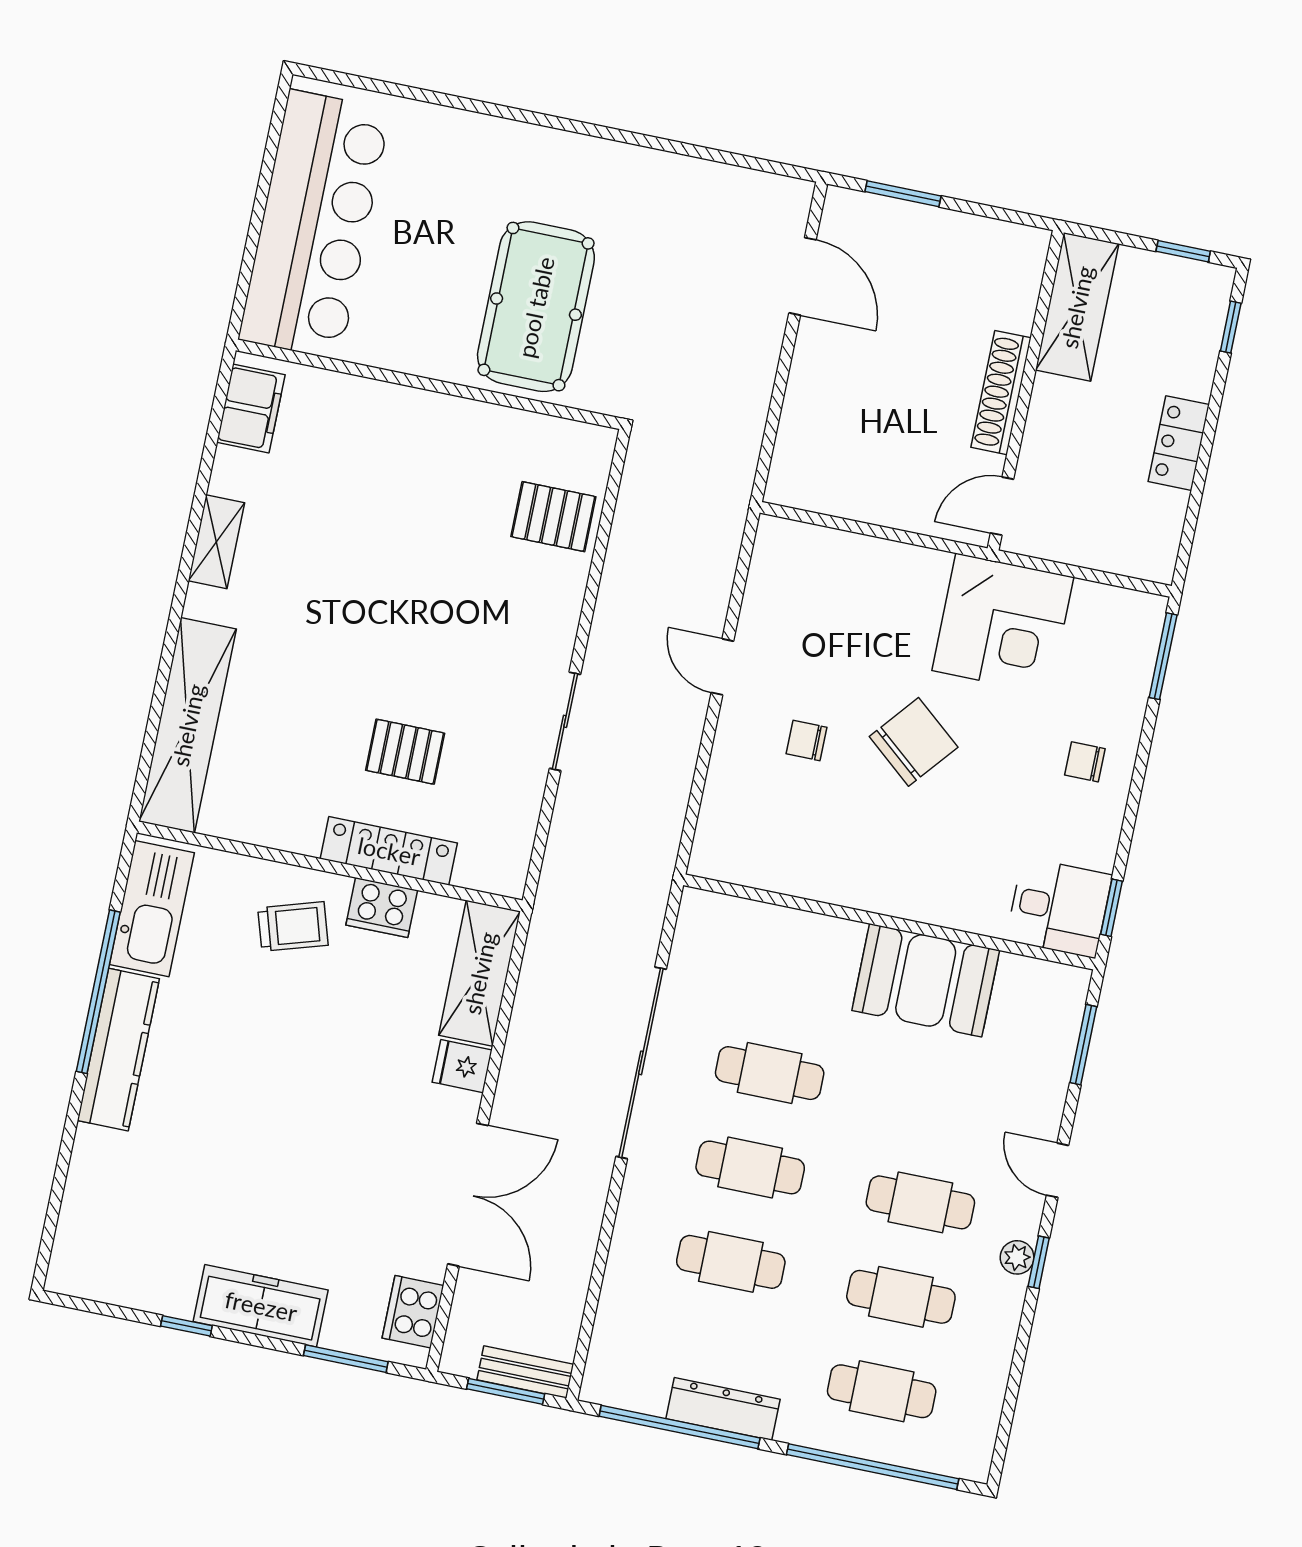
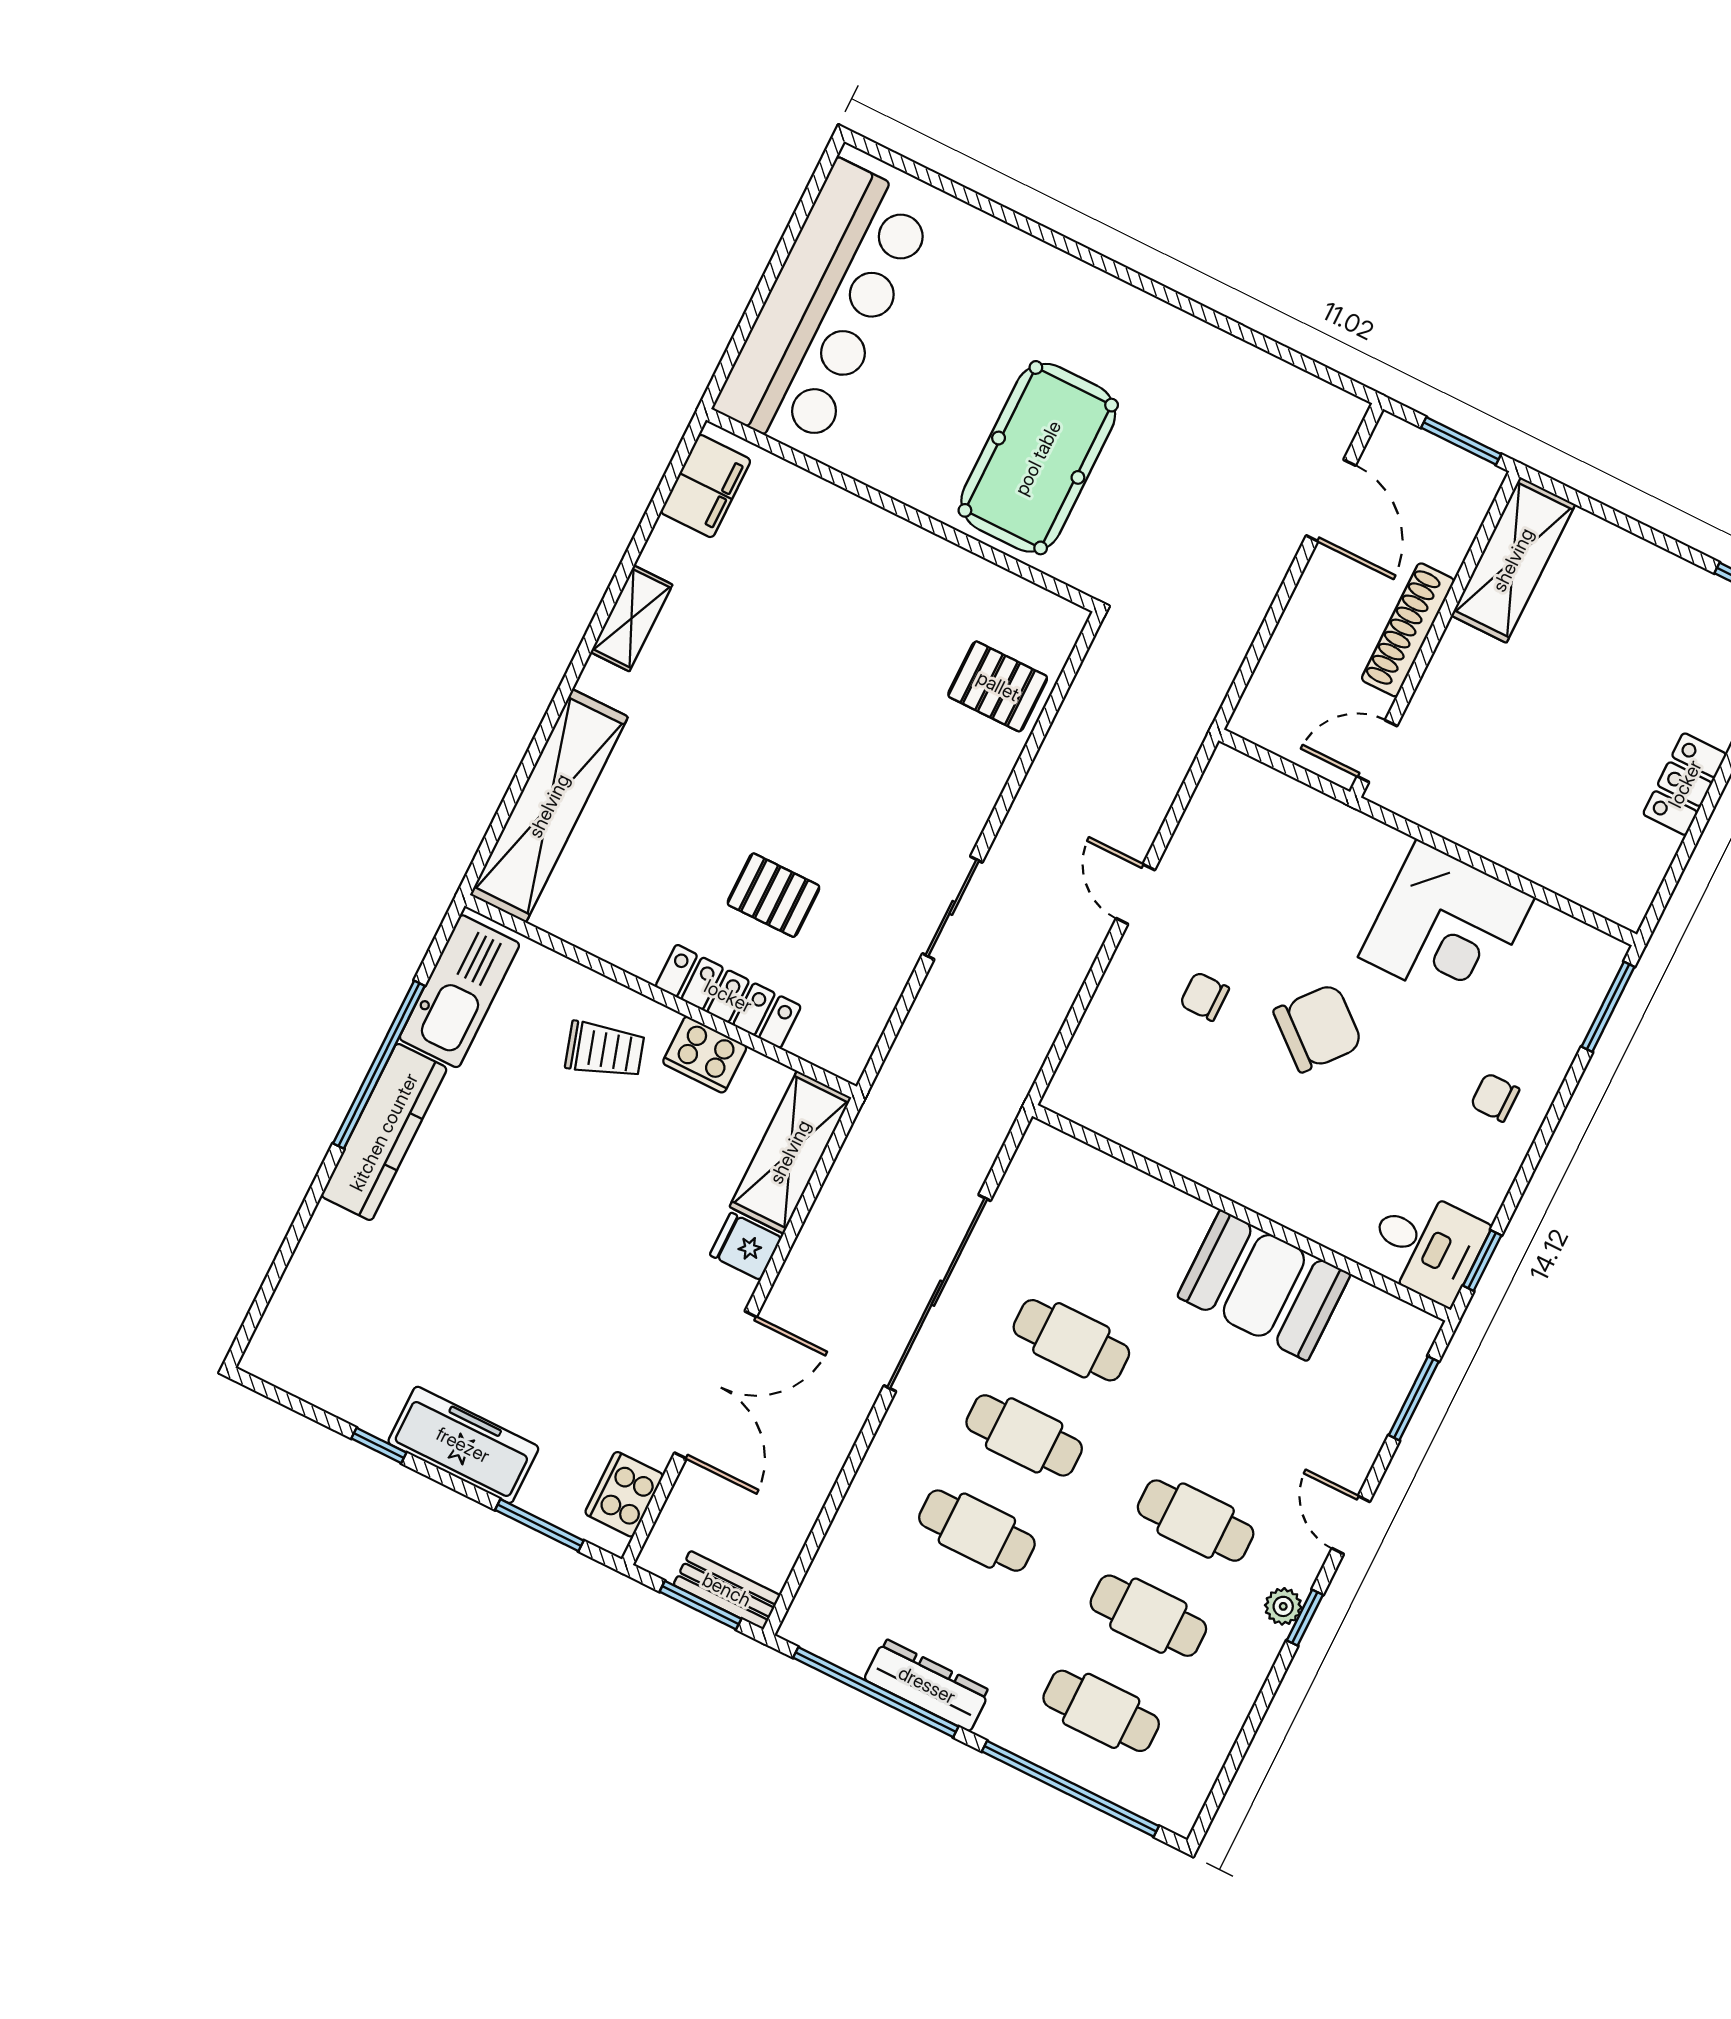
shelving: (1077, 307) -> (1513, 560), moved
wall: (1026, 390) -> (1435, 634), moved
shoe rack: (1001, 393) -> (1408, 630), moved
door: (1002, 506) -> (1377, 751), moved

